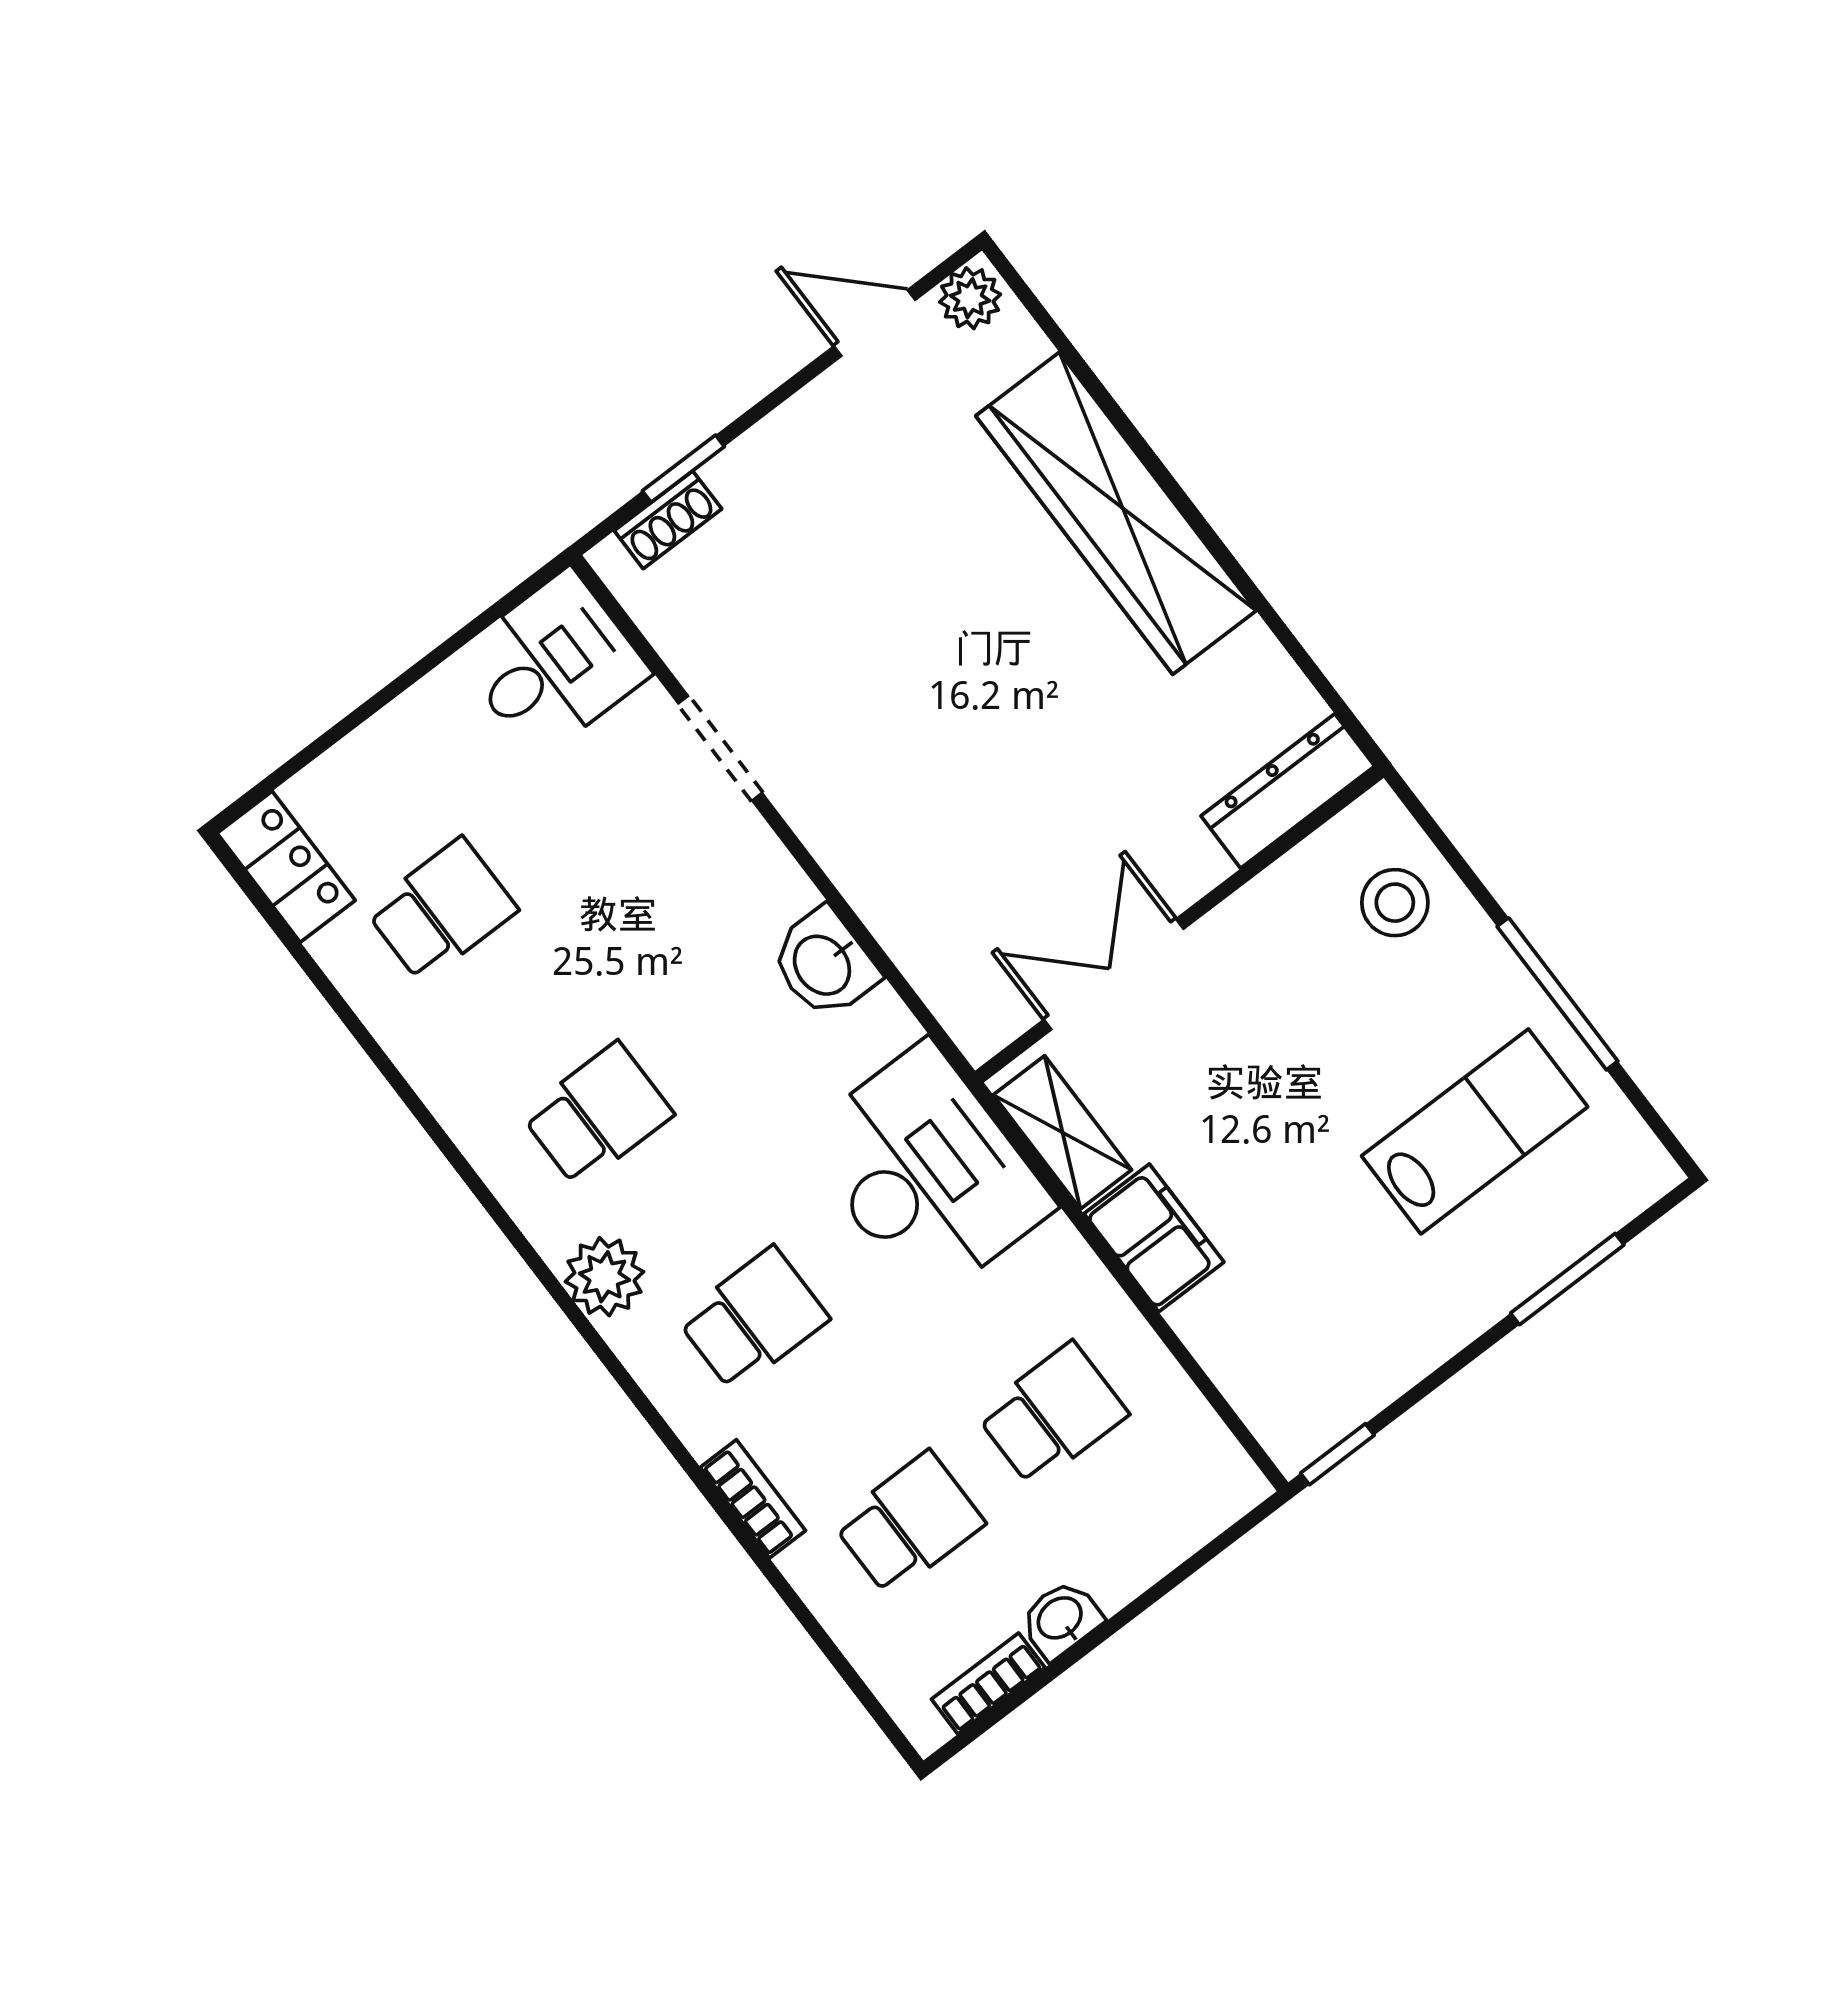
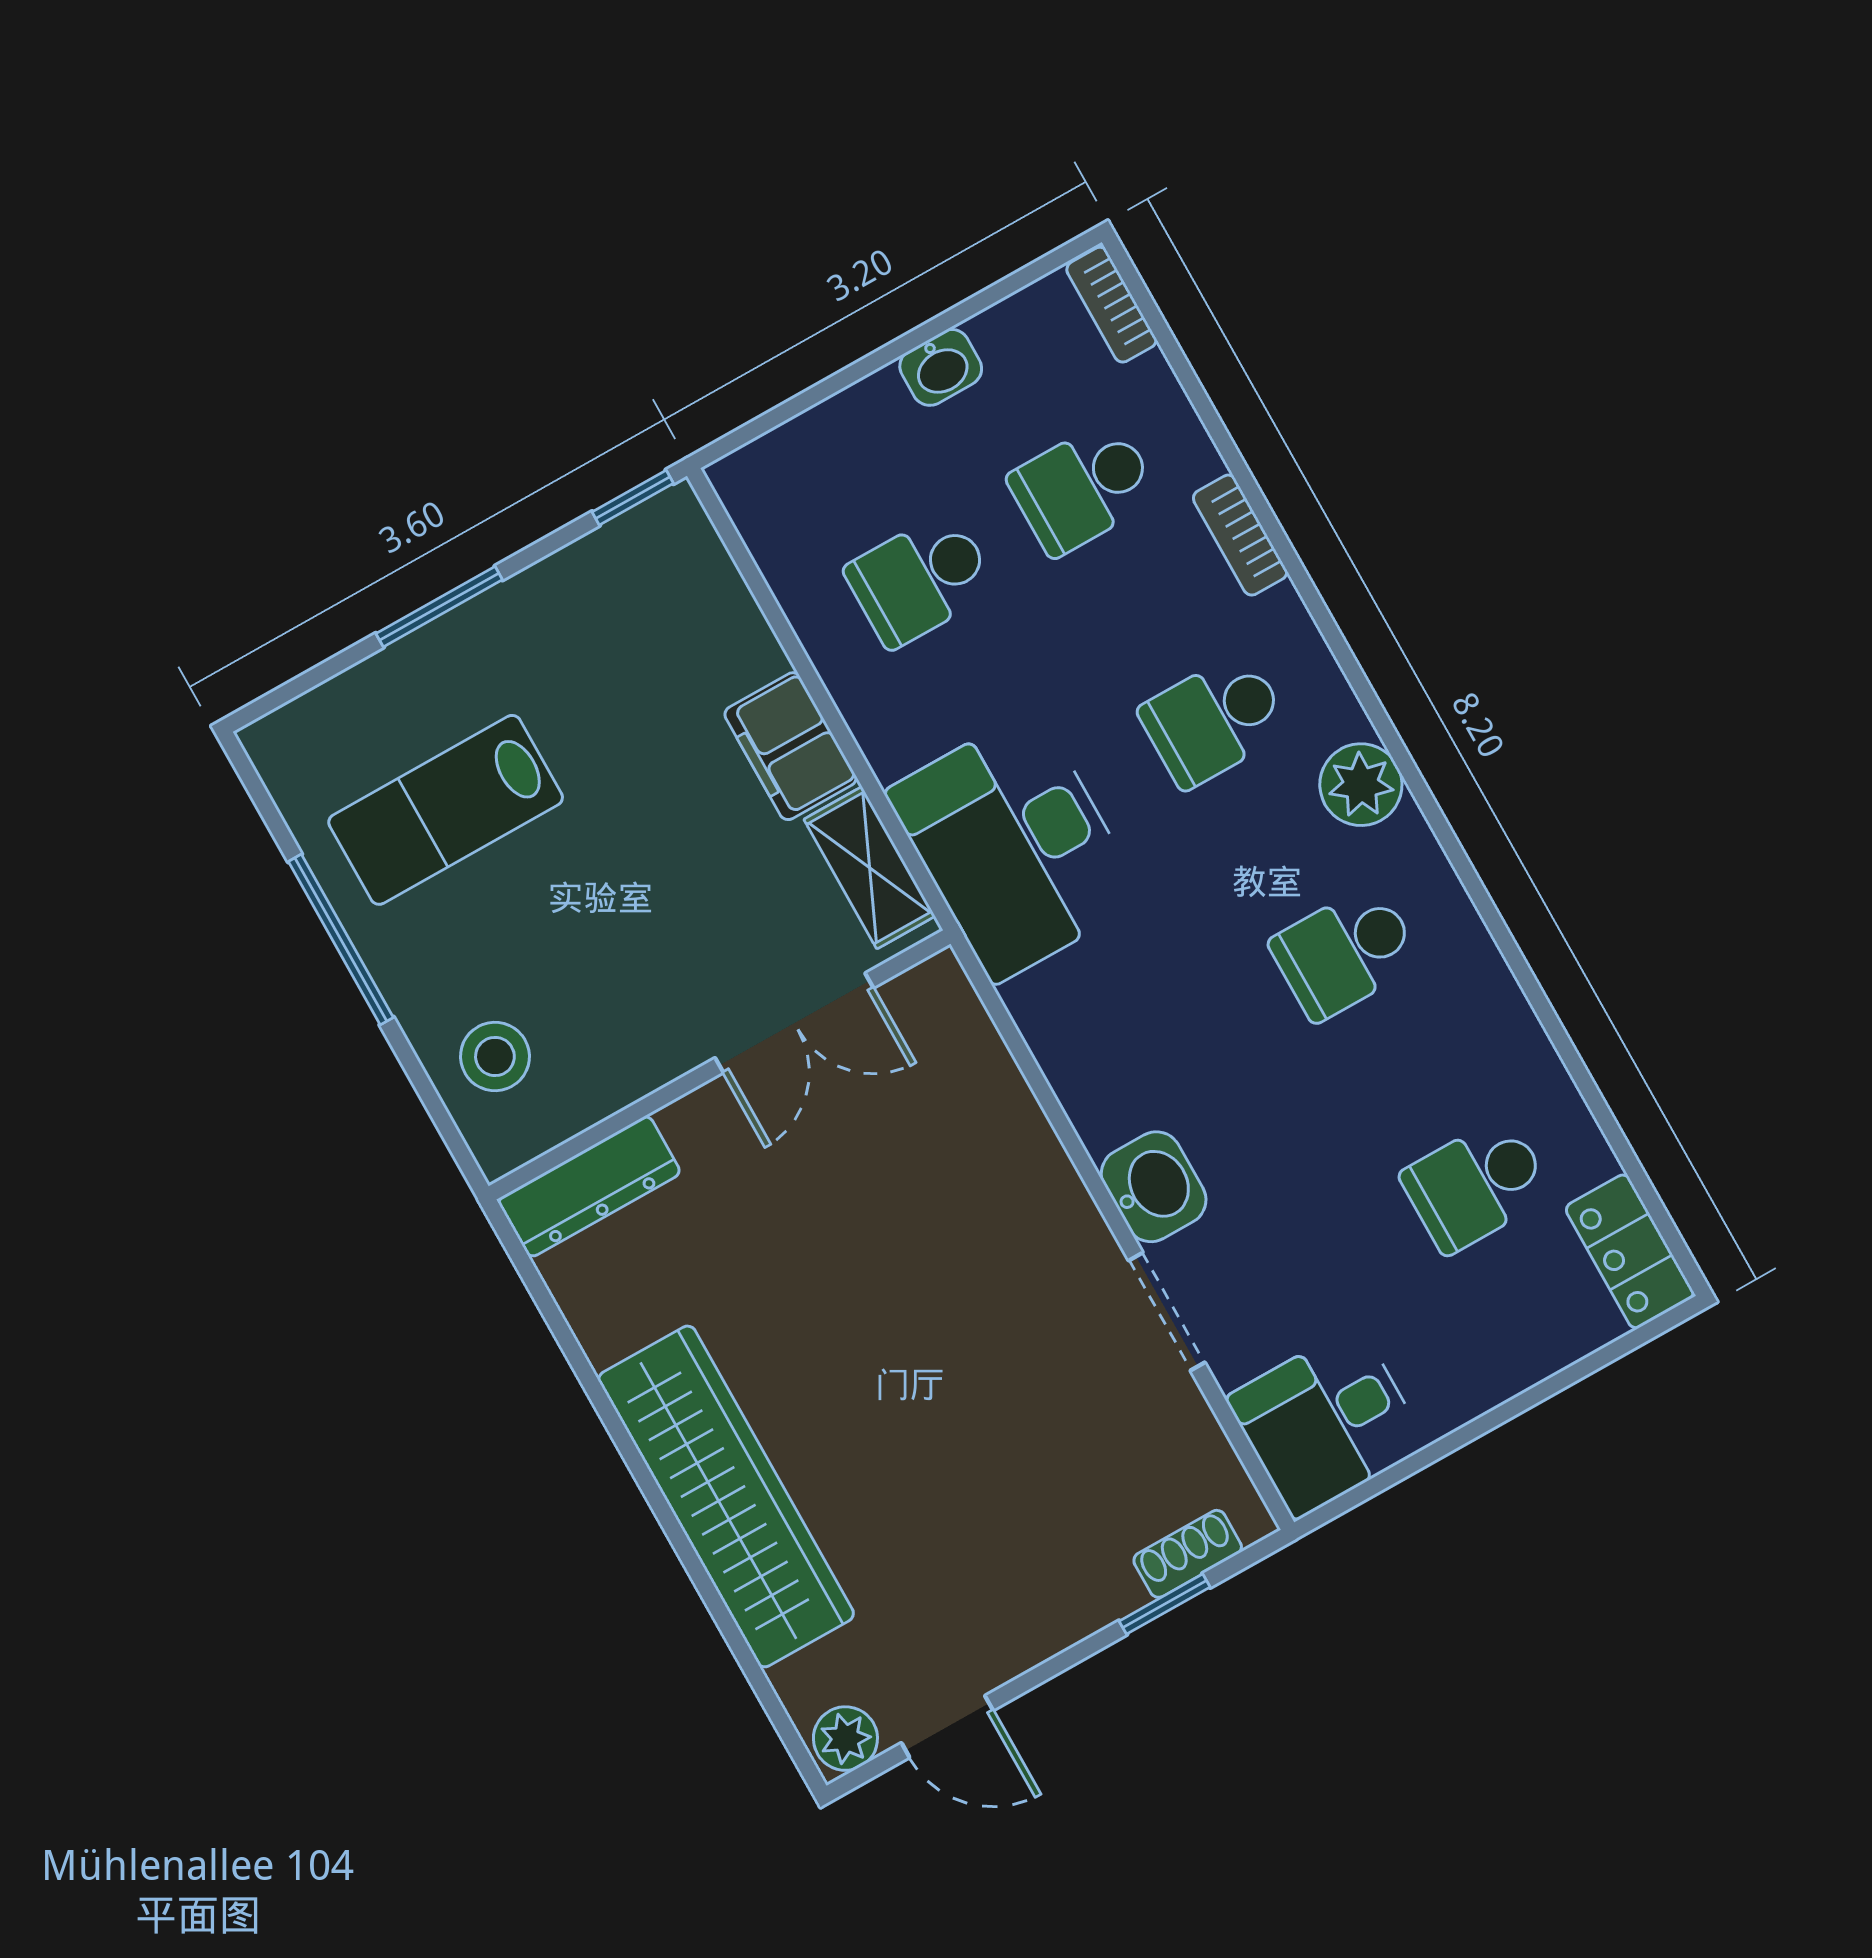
washbasin: (824, 964) -> (1154, 1187), moved
window: (1567, 1279) -> (439, 607), moved
bookcase: (988, 1683) -> (1111, 305), moved, turned 90

